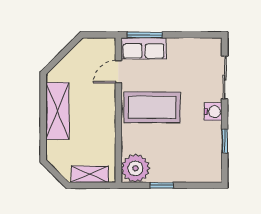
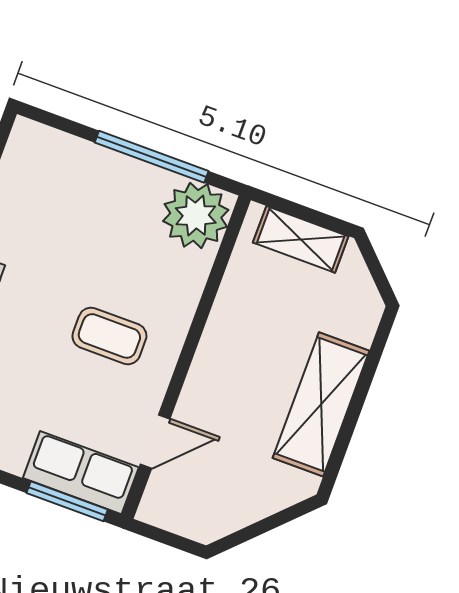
coffee table: (152, 107) -> (109, 336), width x0.54, depth x0.58
window: (162, 185) -> (152, 157), width x2.17

